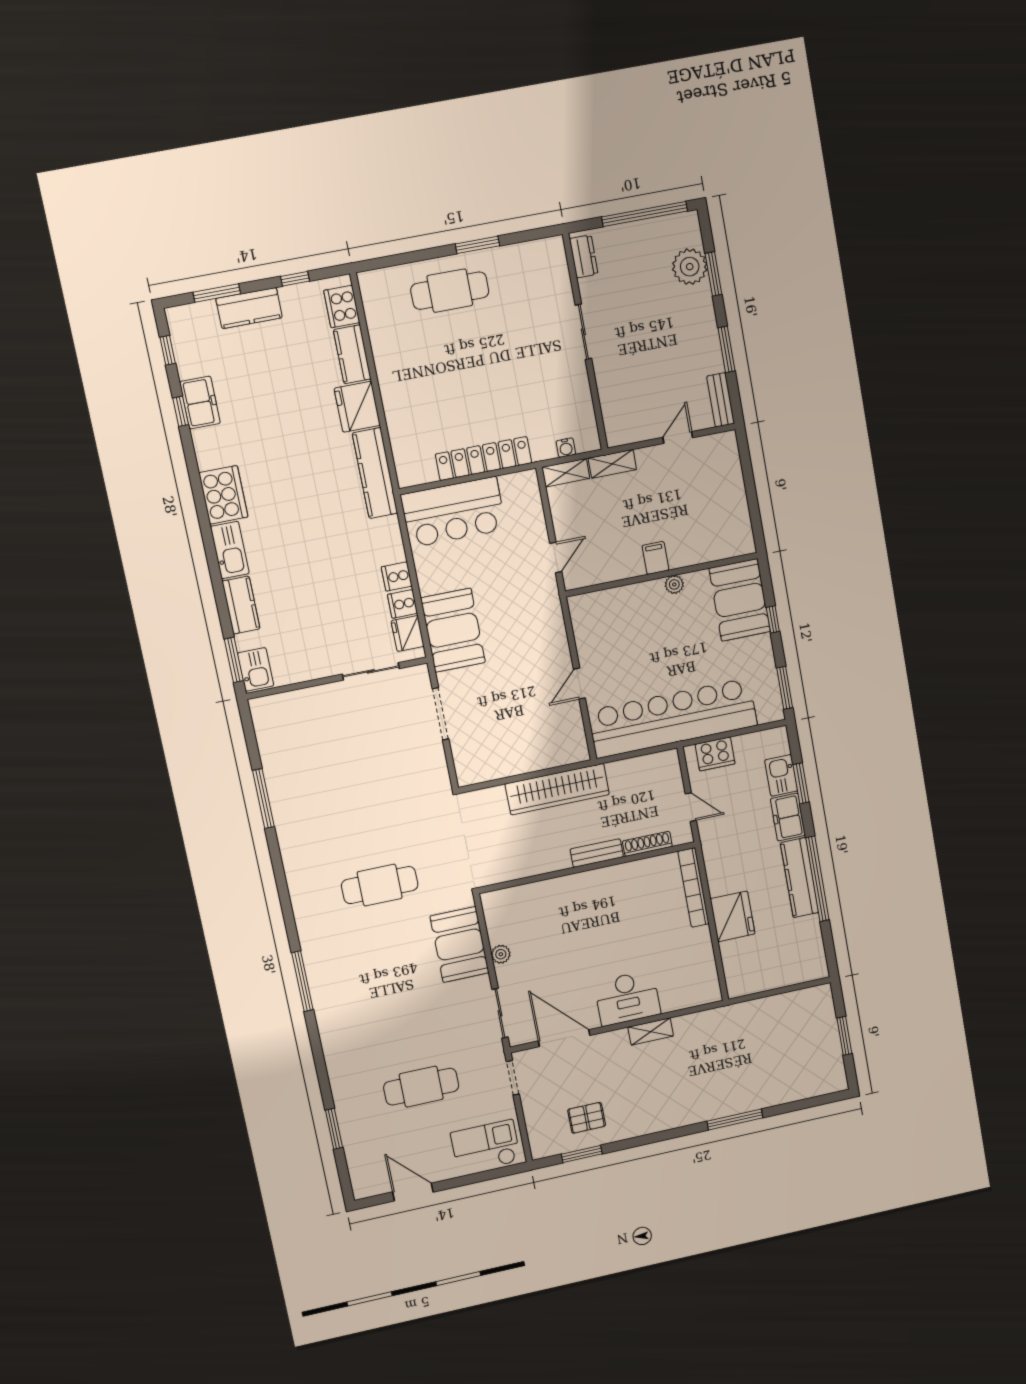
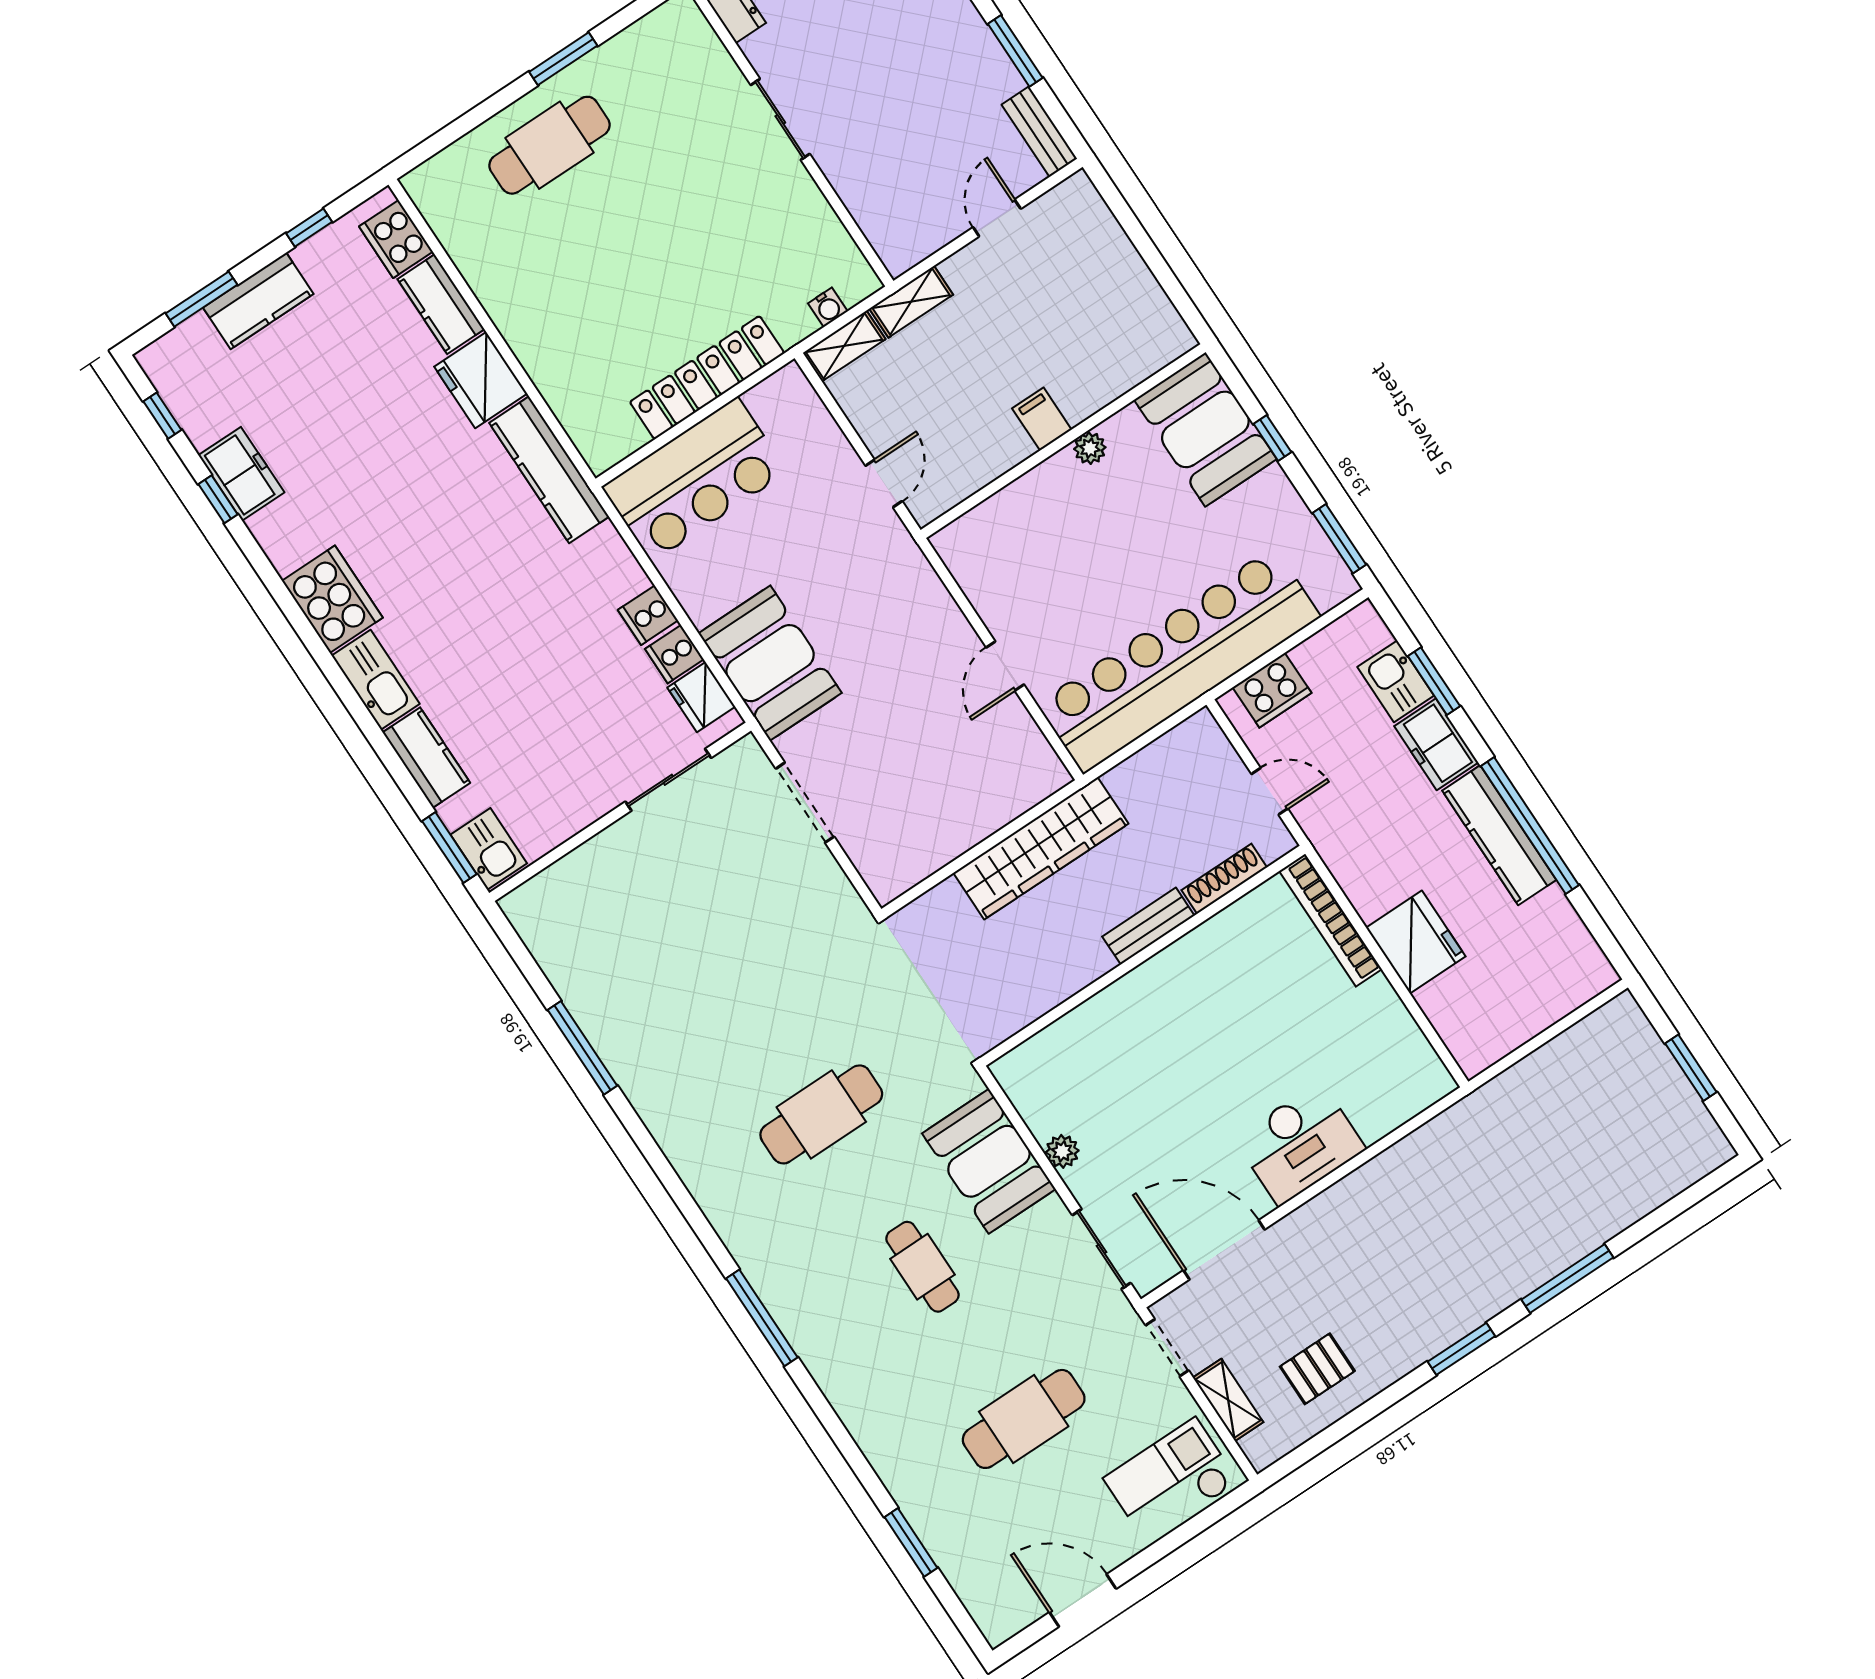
cafe table: (401, 987) -> (922, 1267), added
shelving: (651, 1031) -> (1228, 1400), moved, turned 90
window: (582, 1154) -> (1461, 1349), moved

